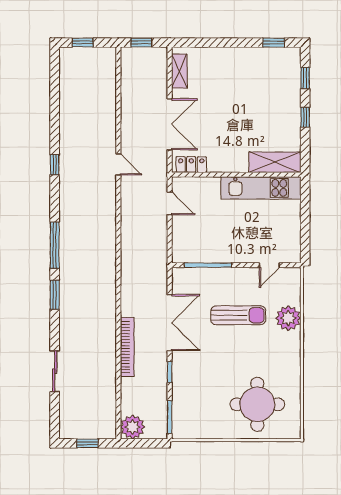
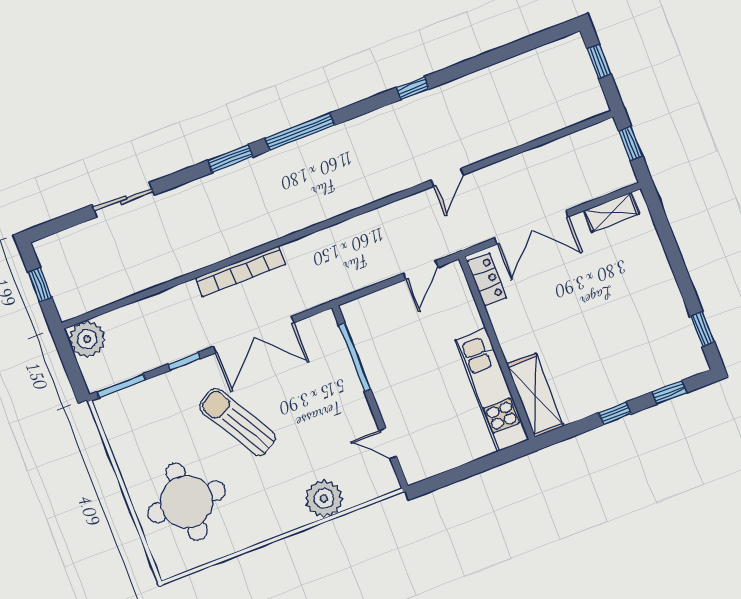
sun lounger: (238, 315) -> (238, 422), moved, turned 150
bookcase: (127, 347) -> (241, 271), moved

